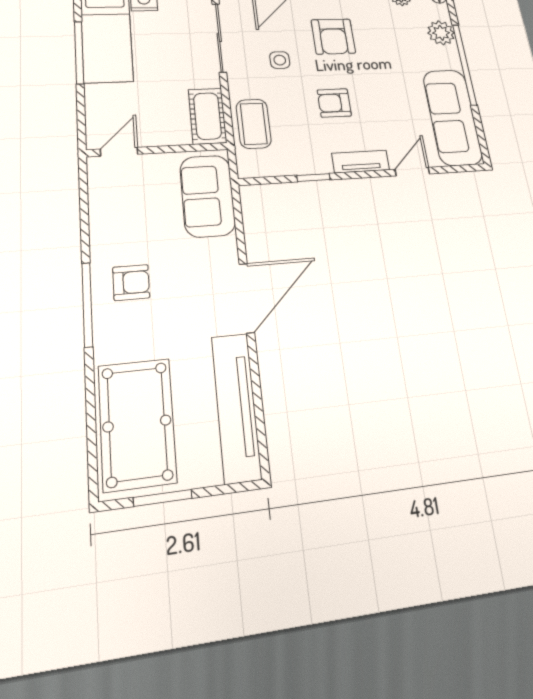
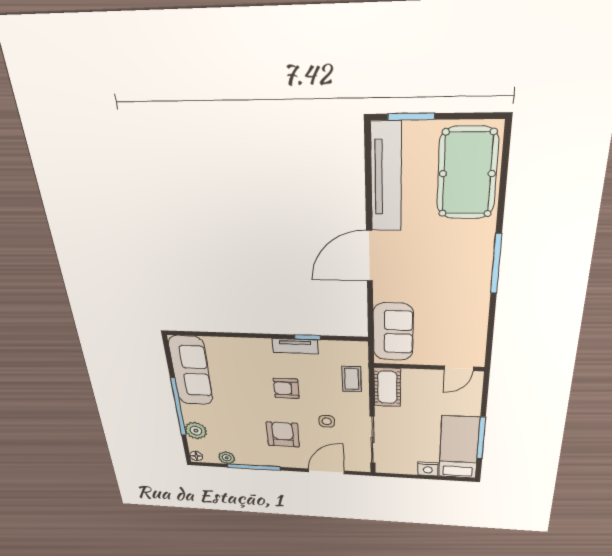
armchair: (334, 103) -> (286, 388), turned 180
coffee table: (254, 124) -> (352, 379), width x0.73, depth x0.77
tv unit: (360, 162) -> (295, 346), moved
door: (412, 172) -> (227, 335), removed
armchair: (131, 283) -> (460, 276), removed
window: (163, 498) -> (411, 117), moved

